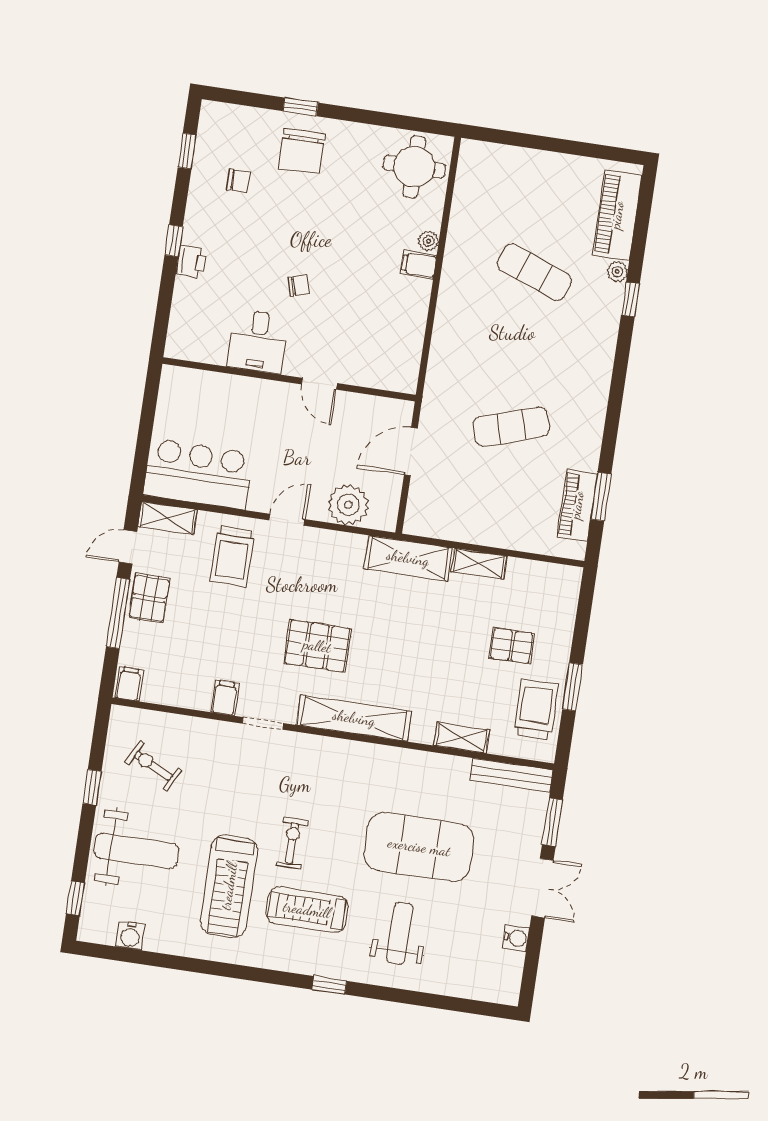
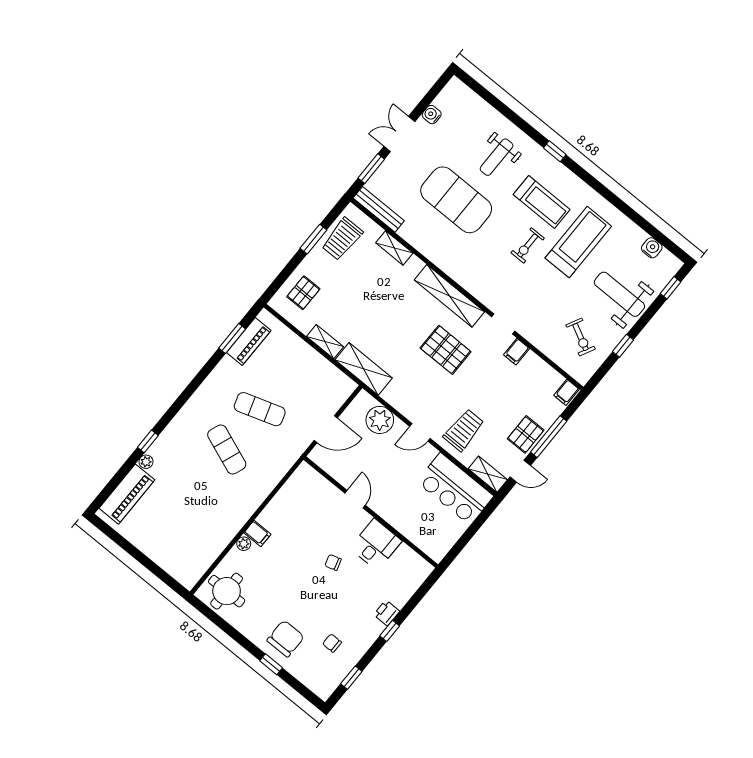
exercise mat: (534, 272) -> (227, 449), moved
pallet: (512, 646) -> (303, 293), moved, turned 90

